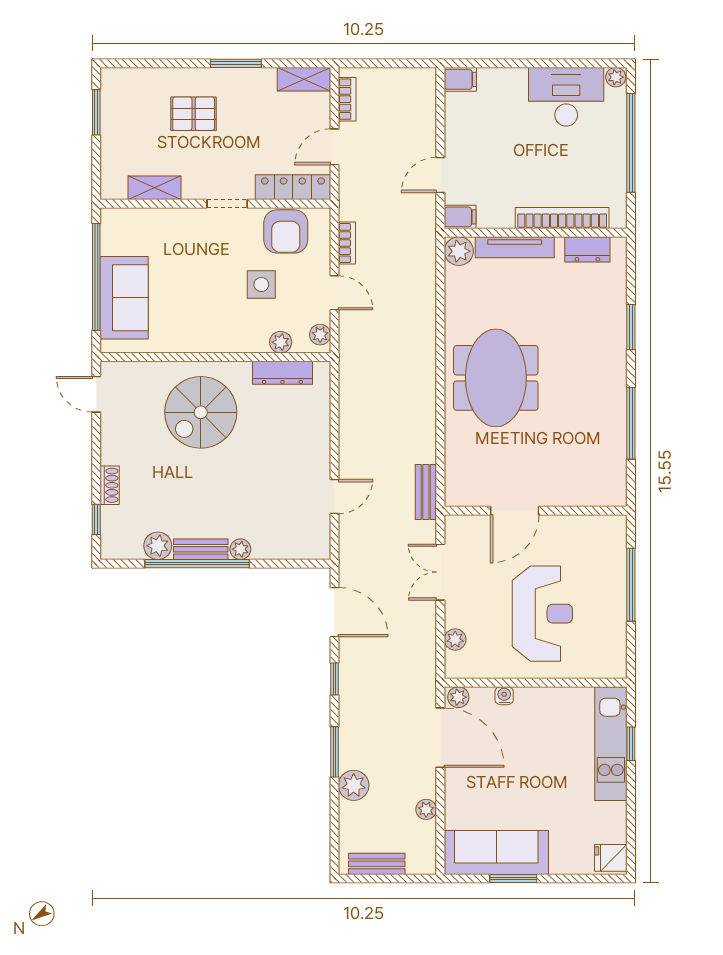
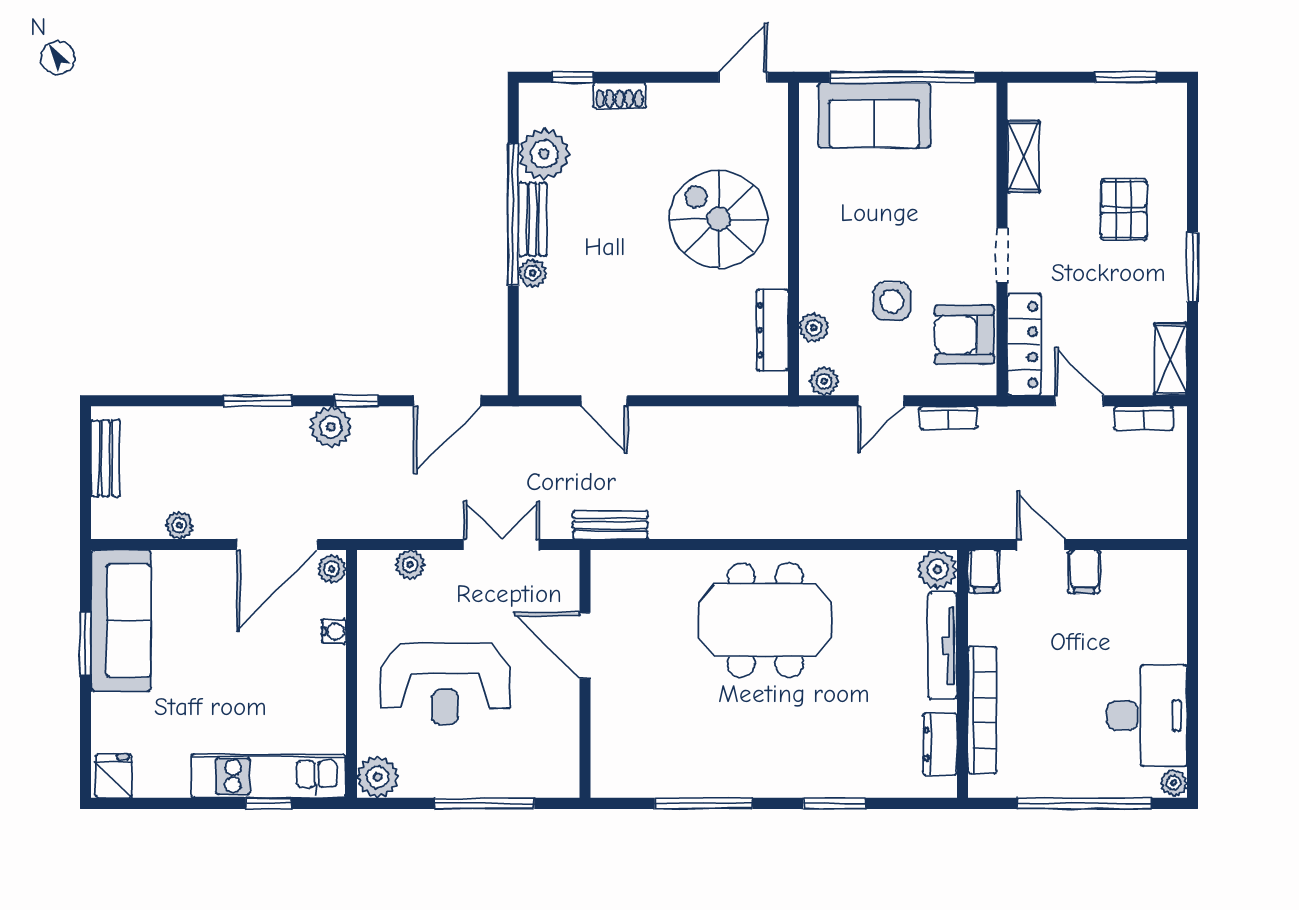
filing cabinet: (460, 79) -> (1084, 572), moved
plant: (158, 546) -> (544, 154), width x1.36, depth x1.36
plant: (612, 663) -> (378, 777), added
plant: (354, 785) -> (331, 427), moved

